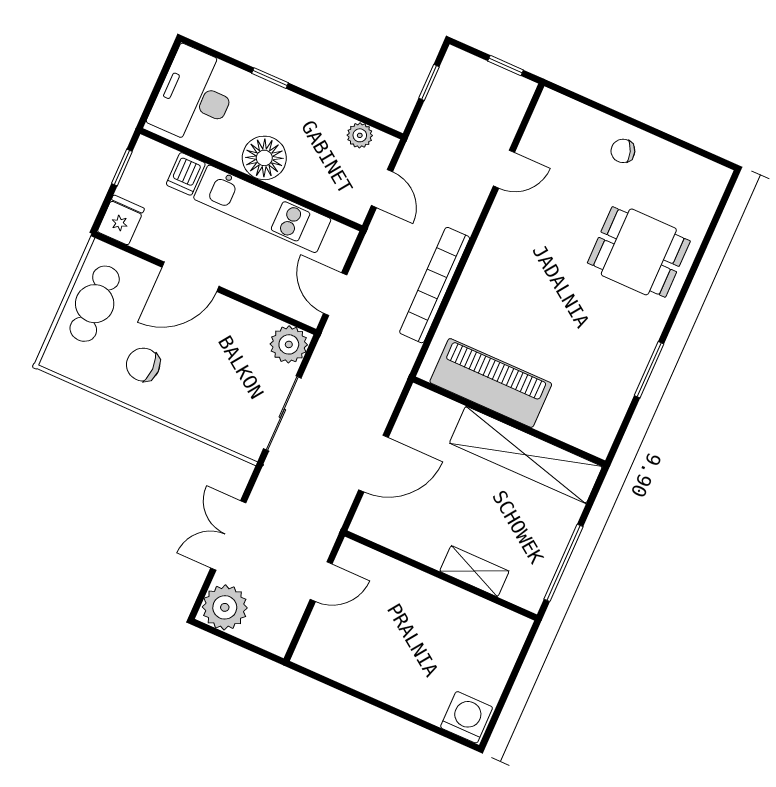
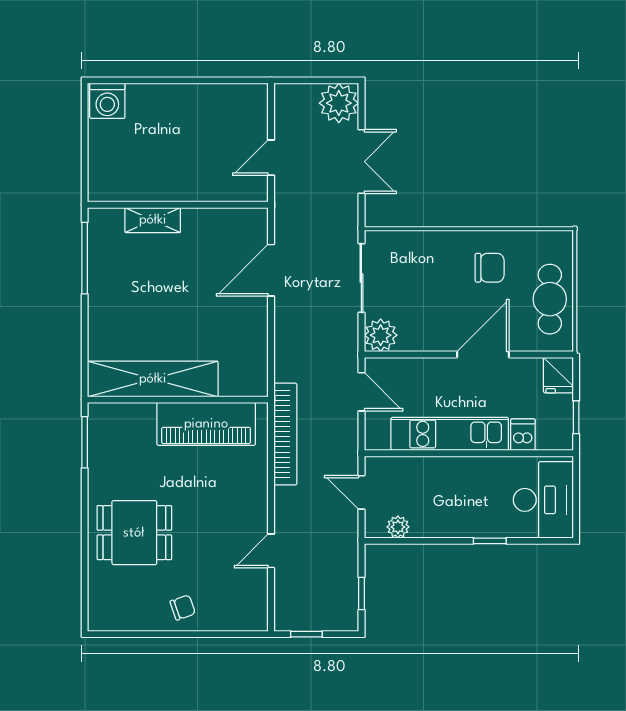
floor lamp: (264, 158) -> (466, 475), removed
piano: (491, 383) -> (206, 424), moved
wall: (509, 422) -> (178, 400), moved
shelving: (526, 455) -> (153, 379), moved

